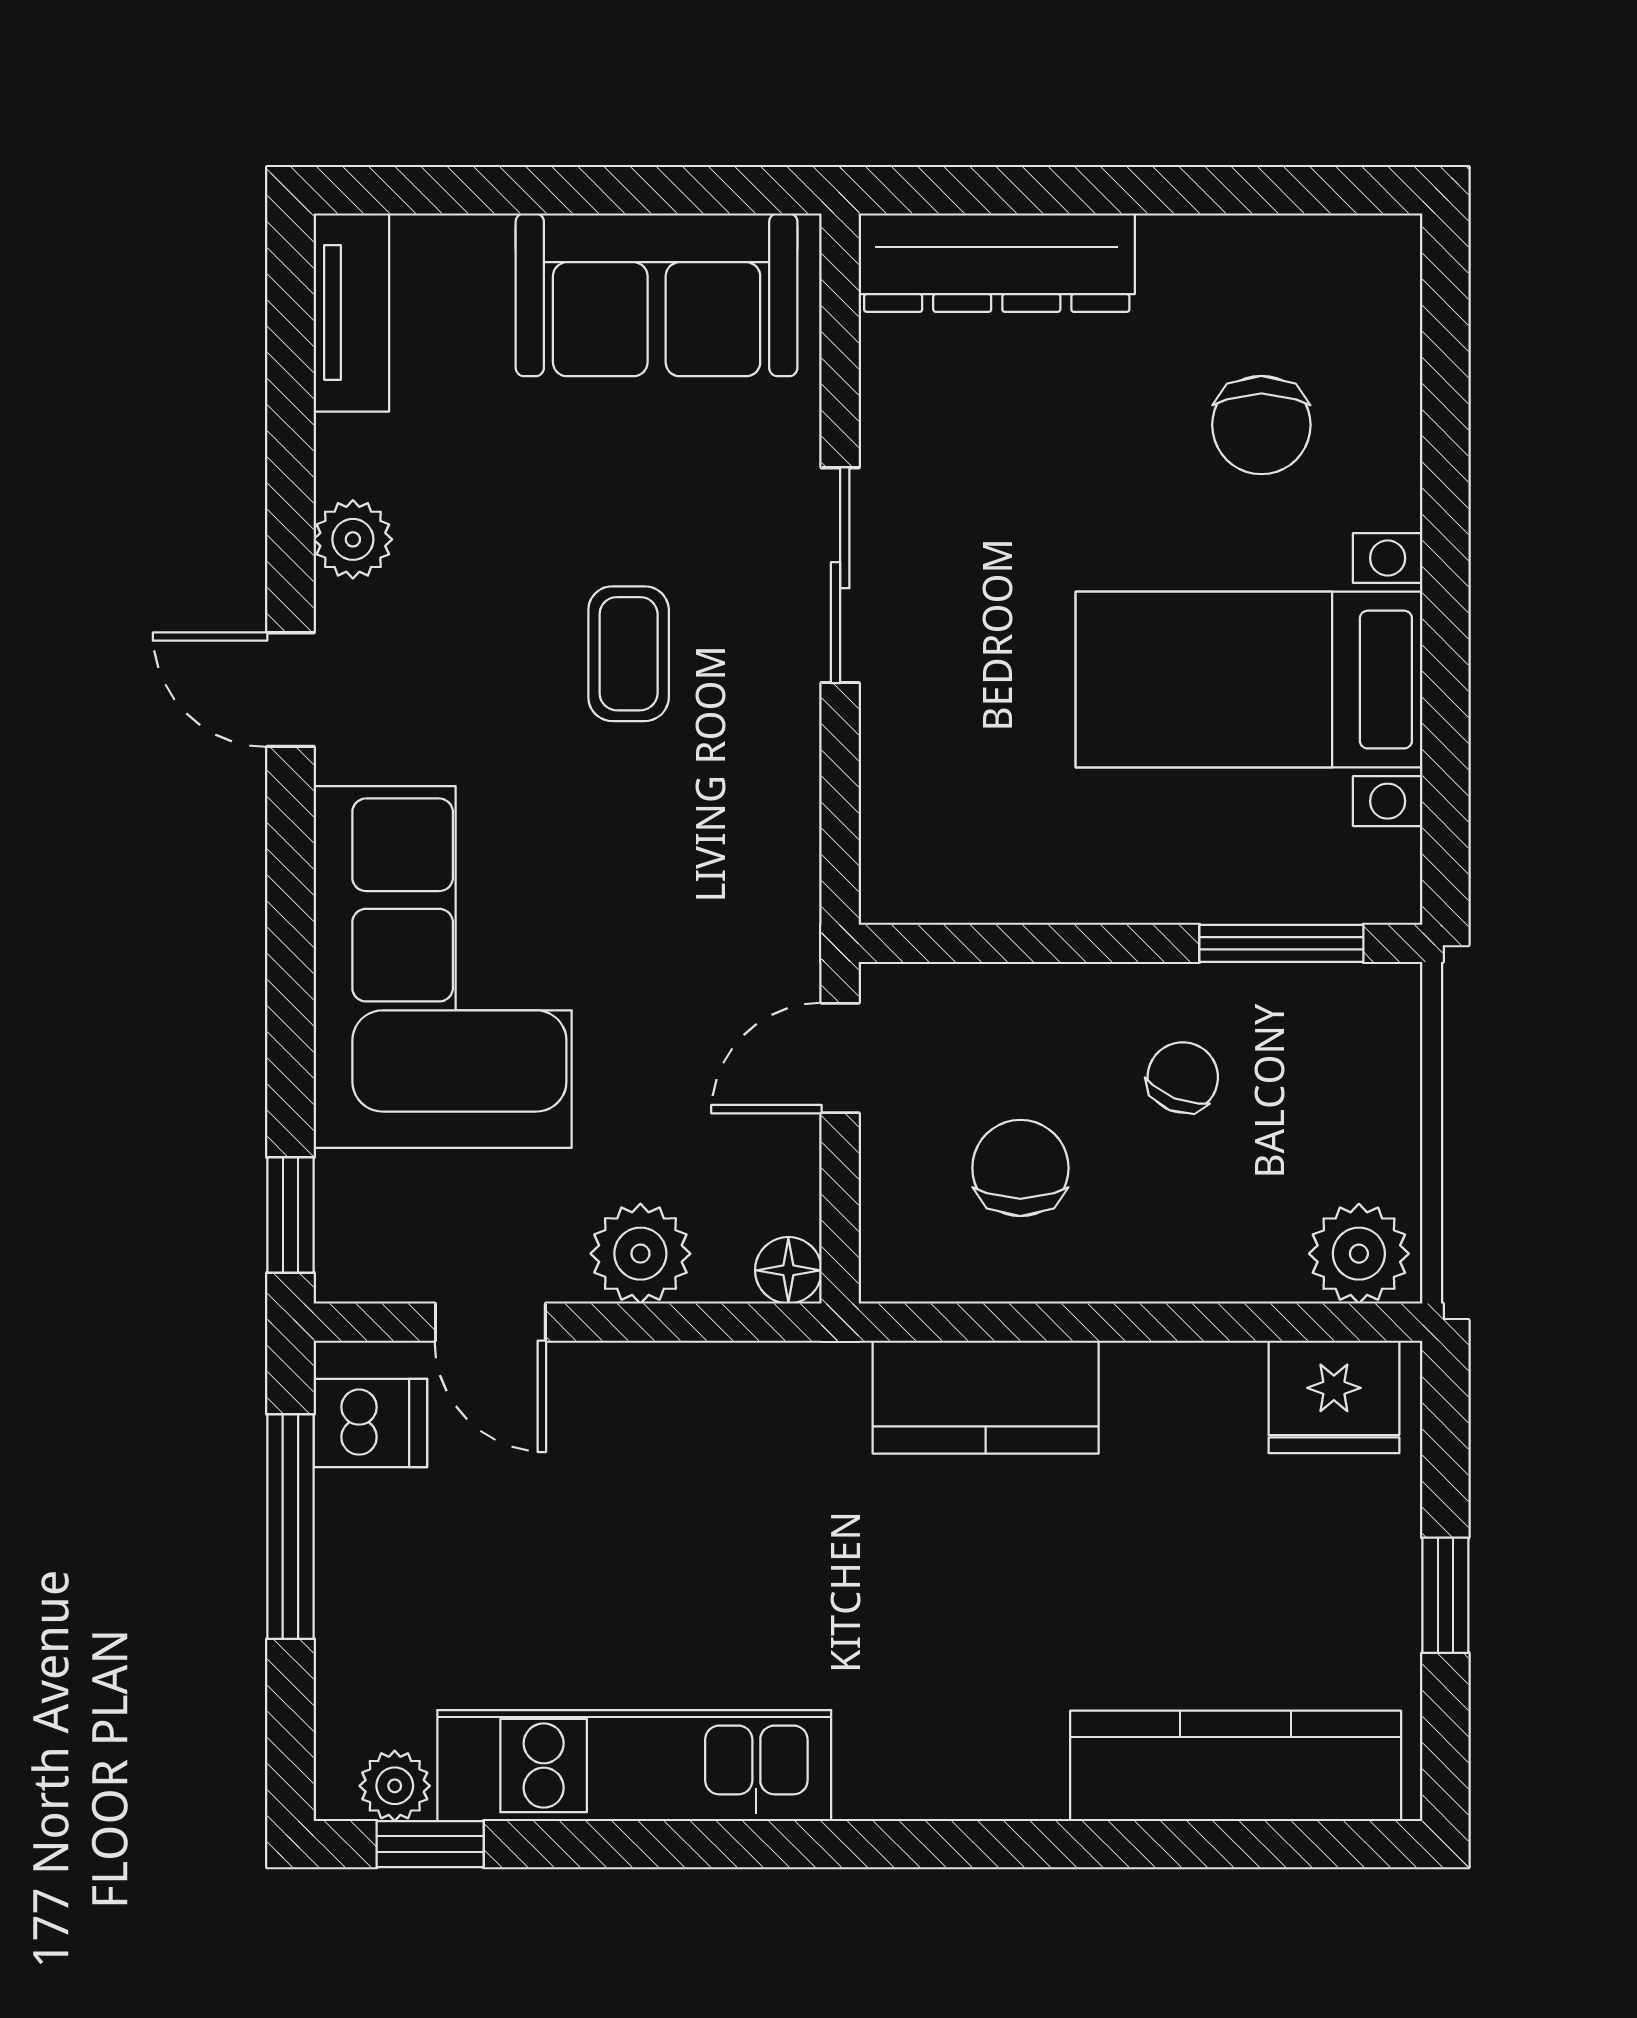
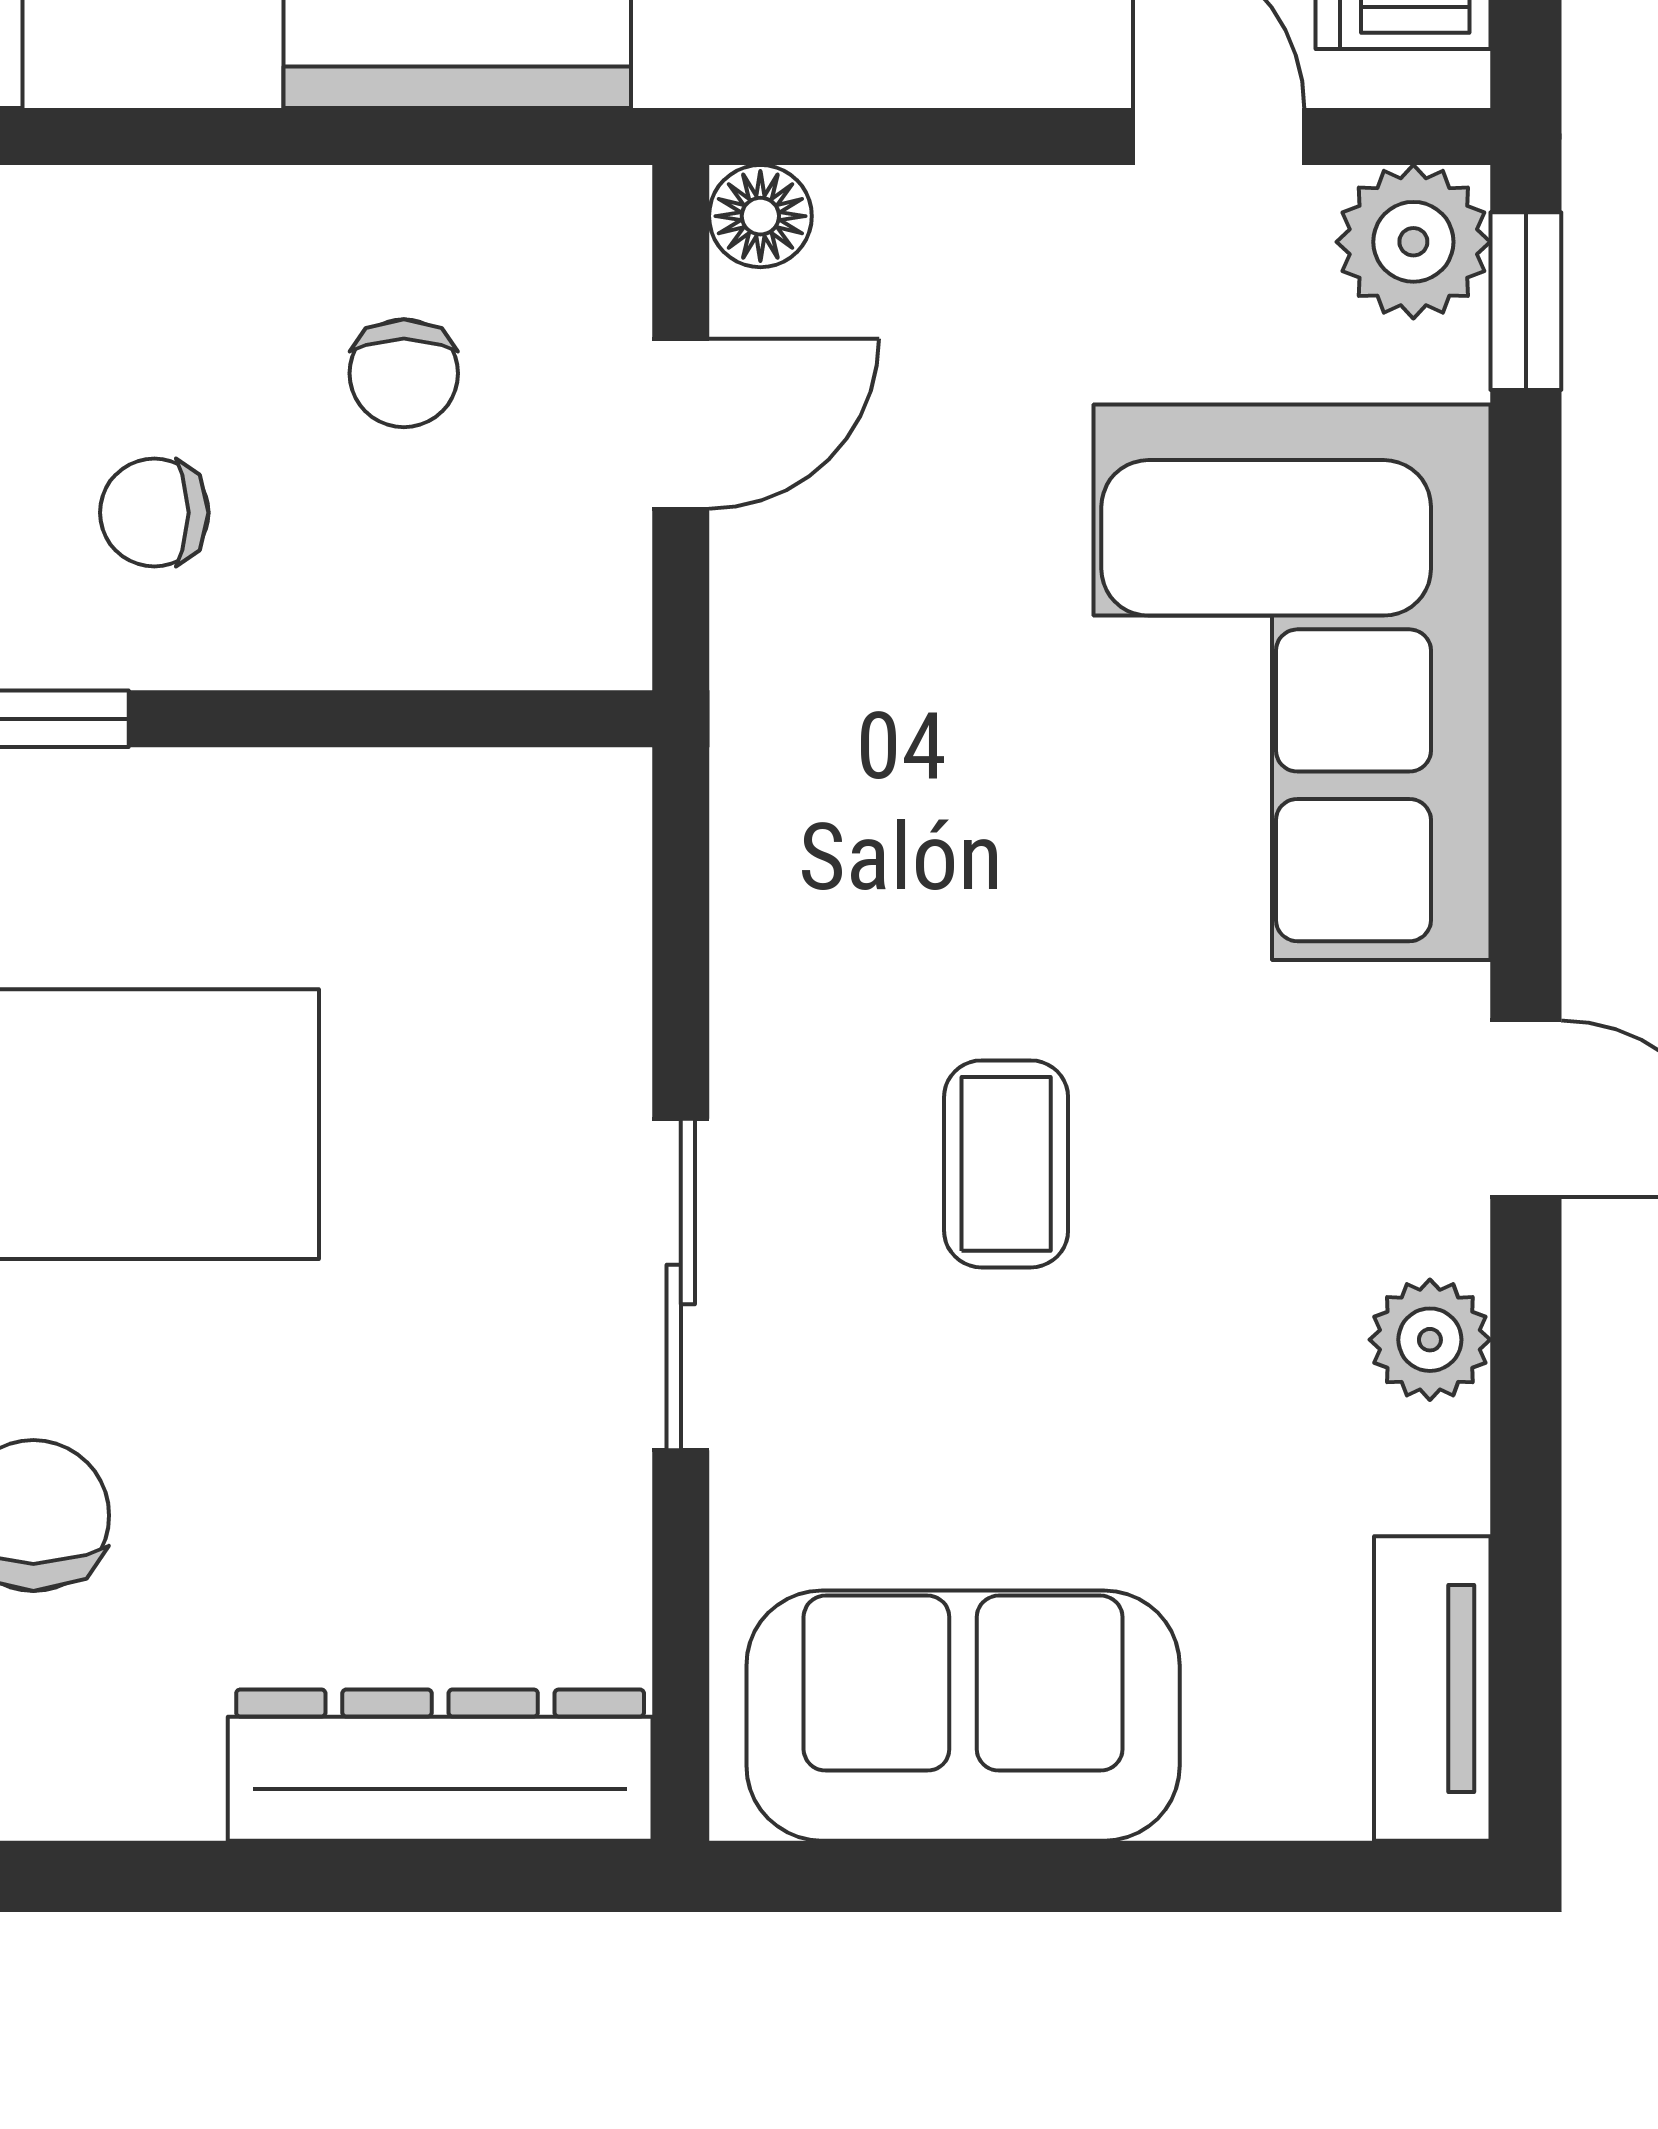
door: (840, 1058) -> (681, 424), moved
chair: (1183, 1077) -> (154, 513), turned 68
chair: (1020, 1168) -> (404, 373), width x0.73, depth x0.73
plant: (640, 1254) -> (1413, 242), moved

